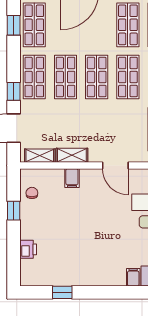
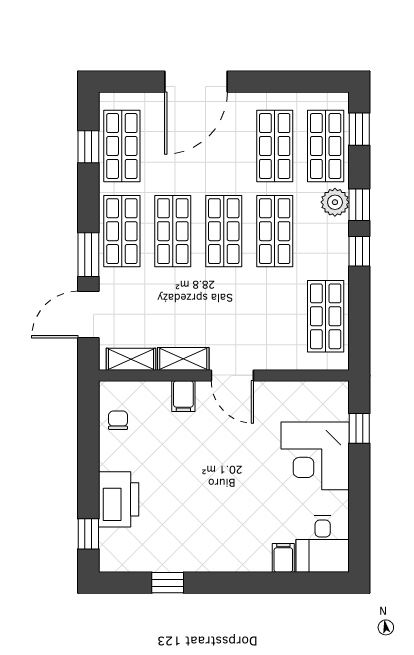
window: (14, 91) -> (88, 255), width x1.50
door: (115, 166) -> (232, 376), moved
window: (14, 211) -> (88, 534), moved
printer: (28, 249) -> (119, 499), width x1.87, depth x1.48

